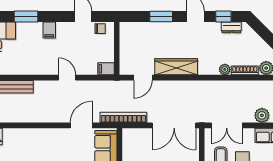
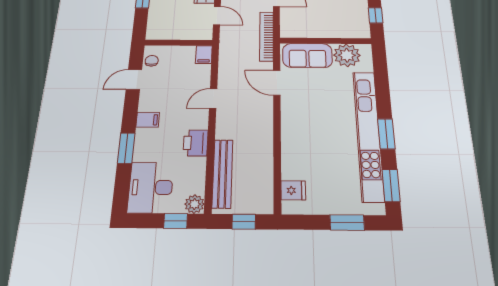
printer: (31, 66) -> (196, 143), added

